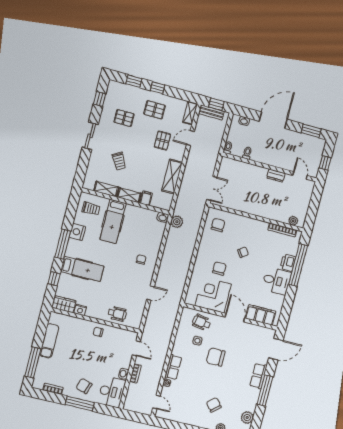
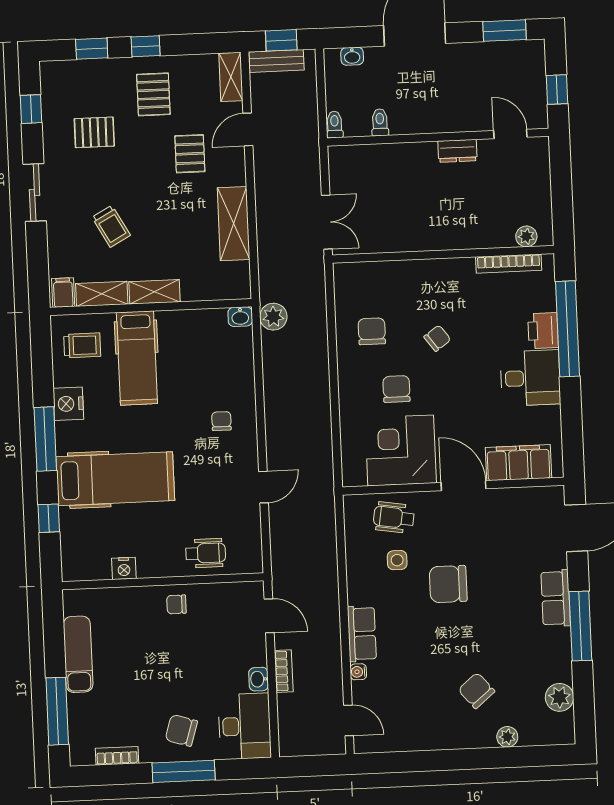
pallet: (155, 110) -> (153, 94), turned 90
filing cabinet: (146, 198) -> (63, 293), moved
chair: (218, 225) -> (372, 331), moved
hospital bed: (82, 269) -> (115, 479), width x1.37, depth x1.29
wardrobe: (64, 304) -> (85, 567), removed

